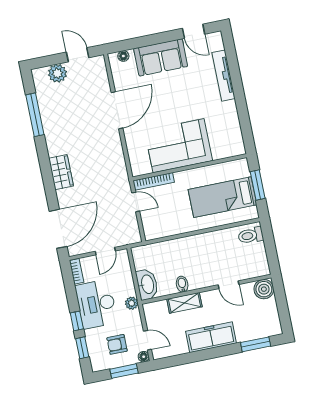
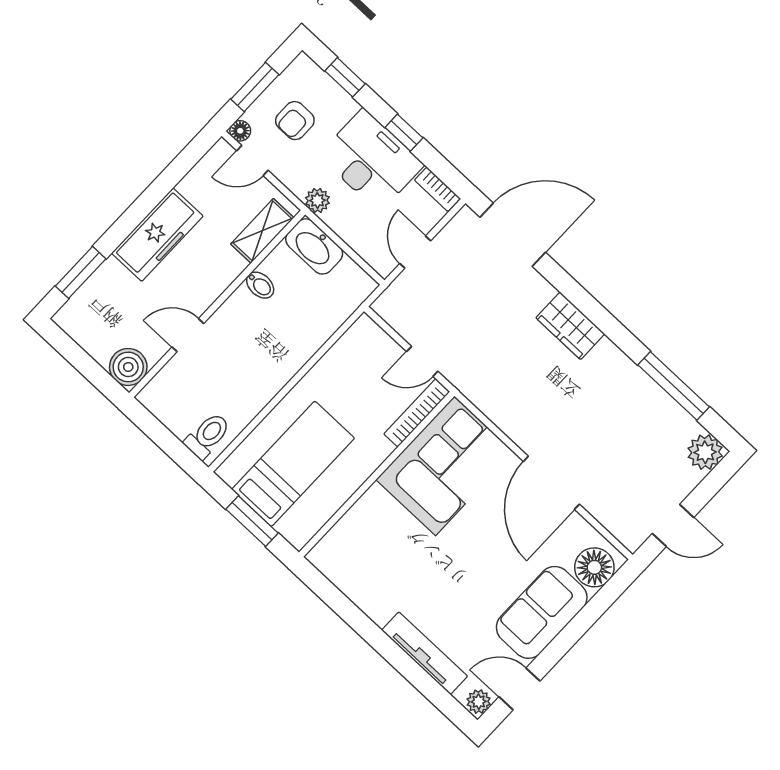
plant: (215, 38) -> (479, 702), added
floor lamp: (123, 56) -> (594, 567), width x1.89, depth x1.89
plant: (57, 73) -> (705, 452), moved
corner sofa: (179, 146) -> (445, 466), moved
door: (58, 229) -> (513, 235), swing flipped
shelving: (184, 303) -> (262, 231), moved
window: (77, 321) -> (404, 133), moved
armchair: (117, 344) -> (295, 121), turned 180

